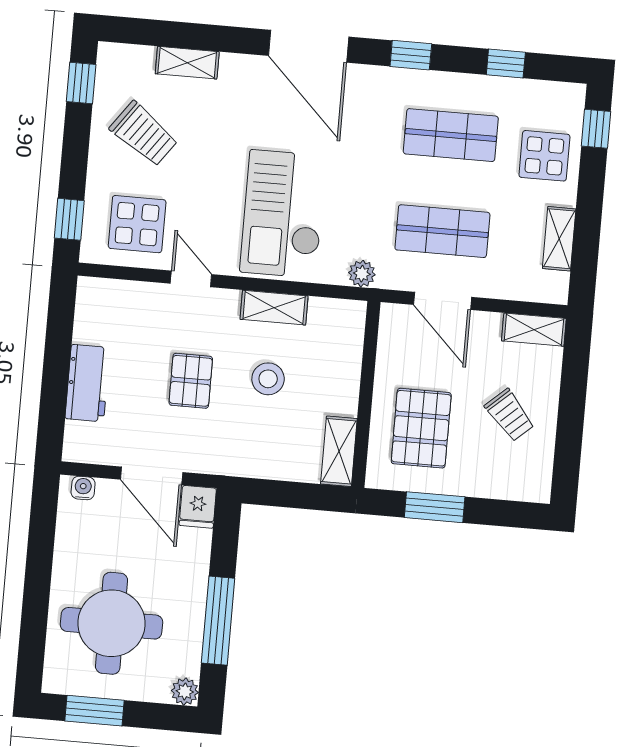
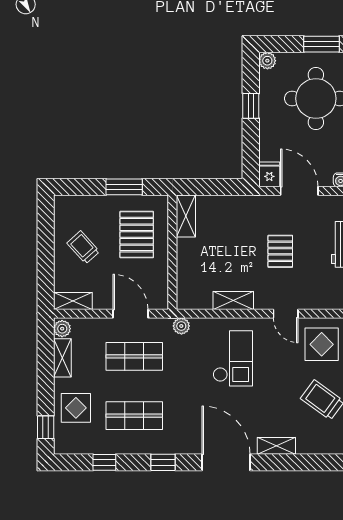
shelving: (187, 63) -> (276, 446), moved
checkout: (283, 214) -> (233, 358), width x0.73, depth x0.83
plant: (555, 286) -> (62, 329), added
stool: (268, 379) -> (233, 257), removed
window: (218, 621) -> (251, 106), width x0.46

